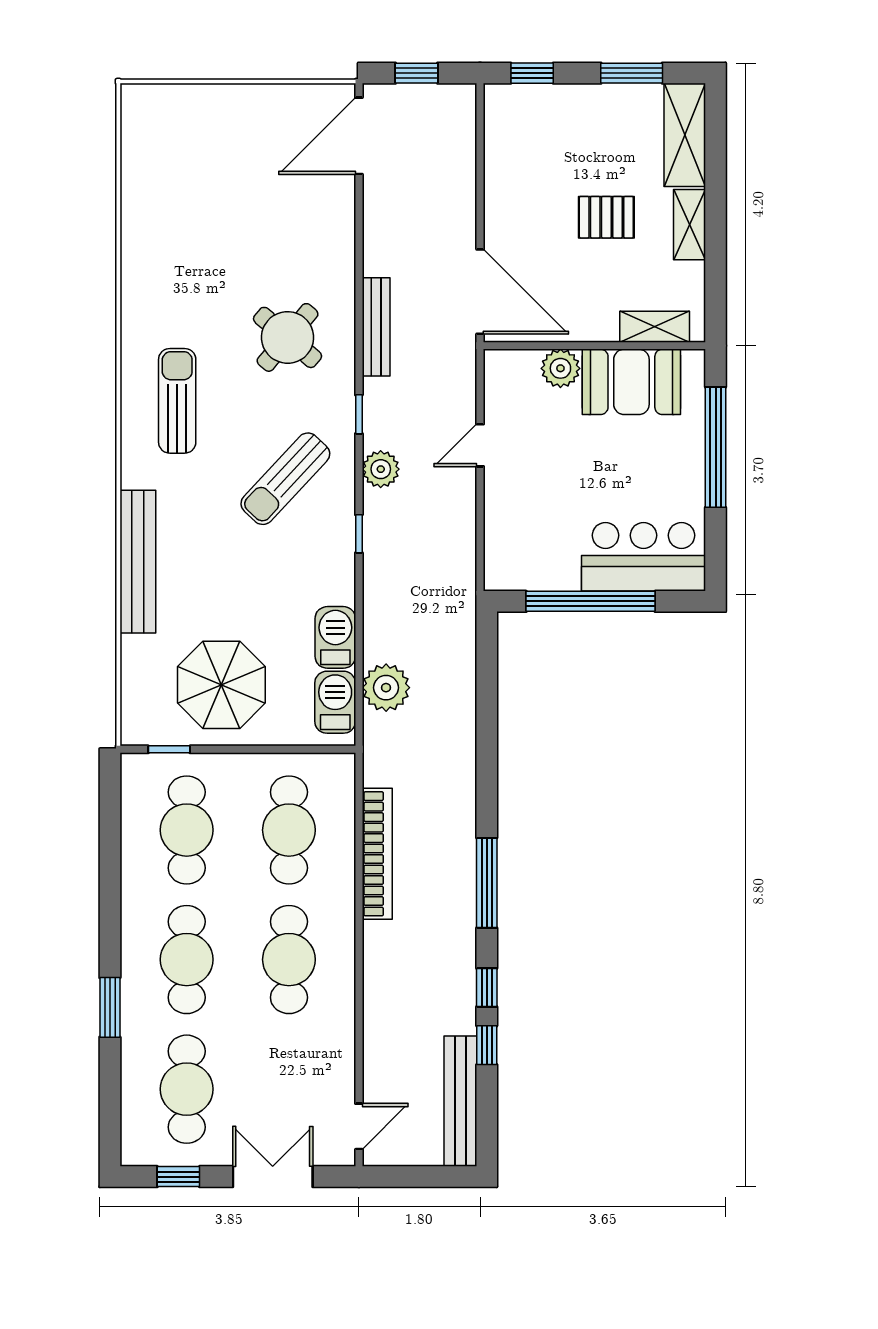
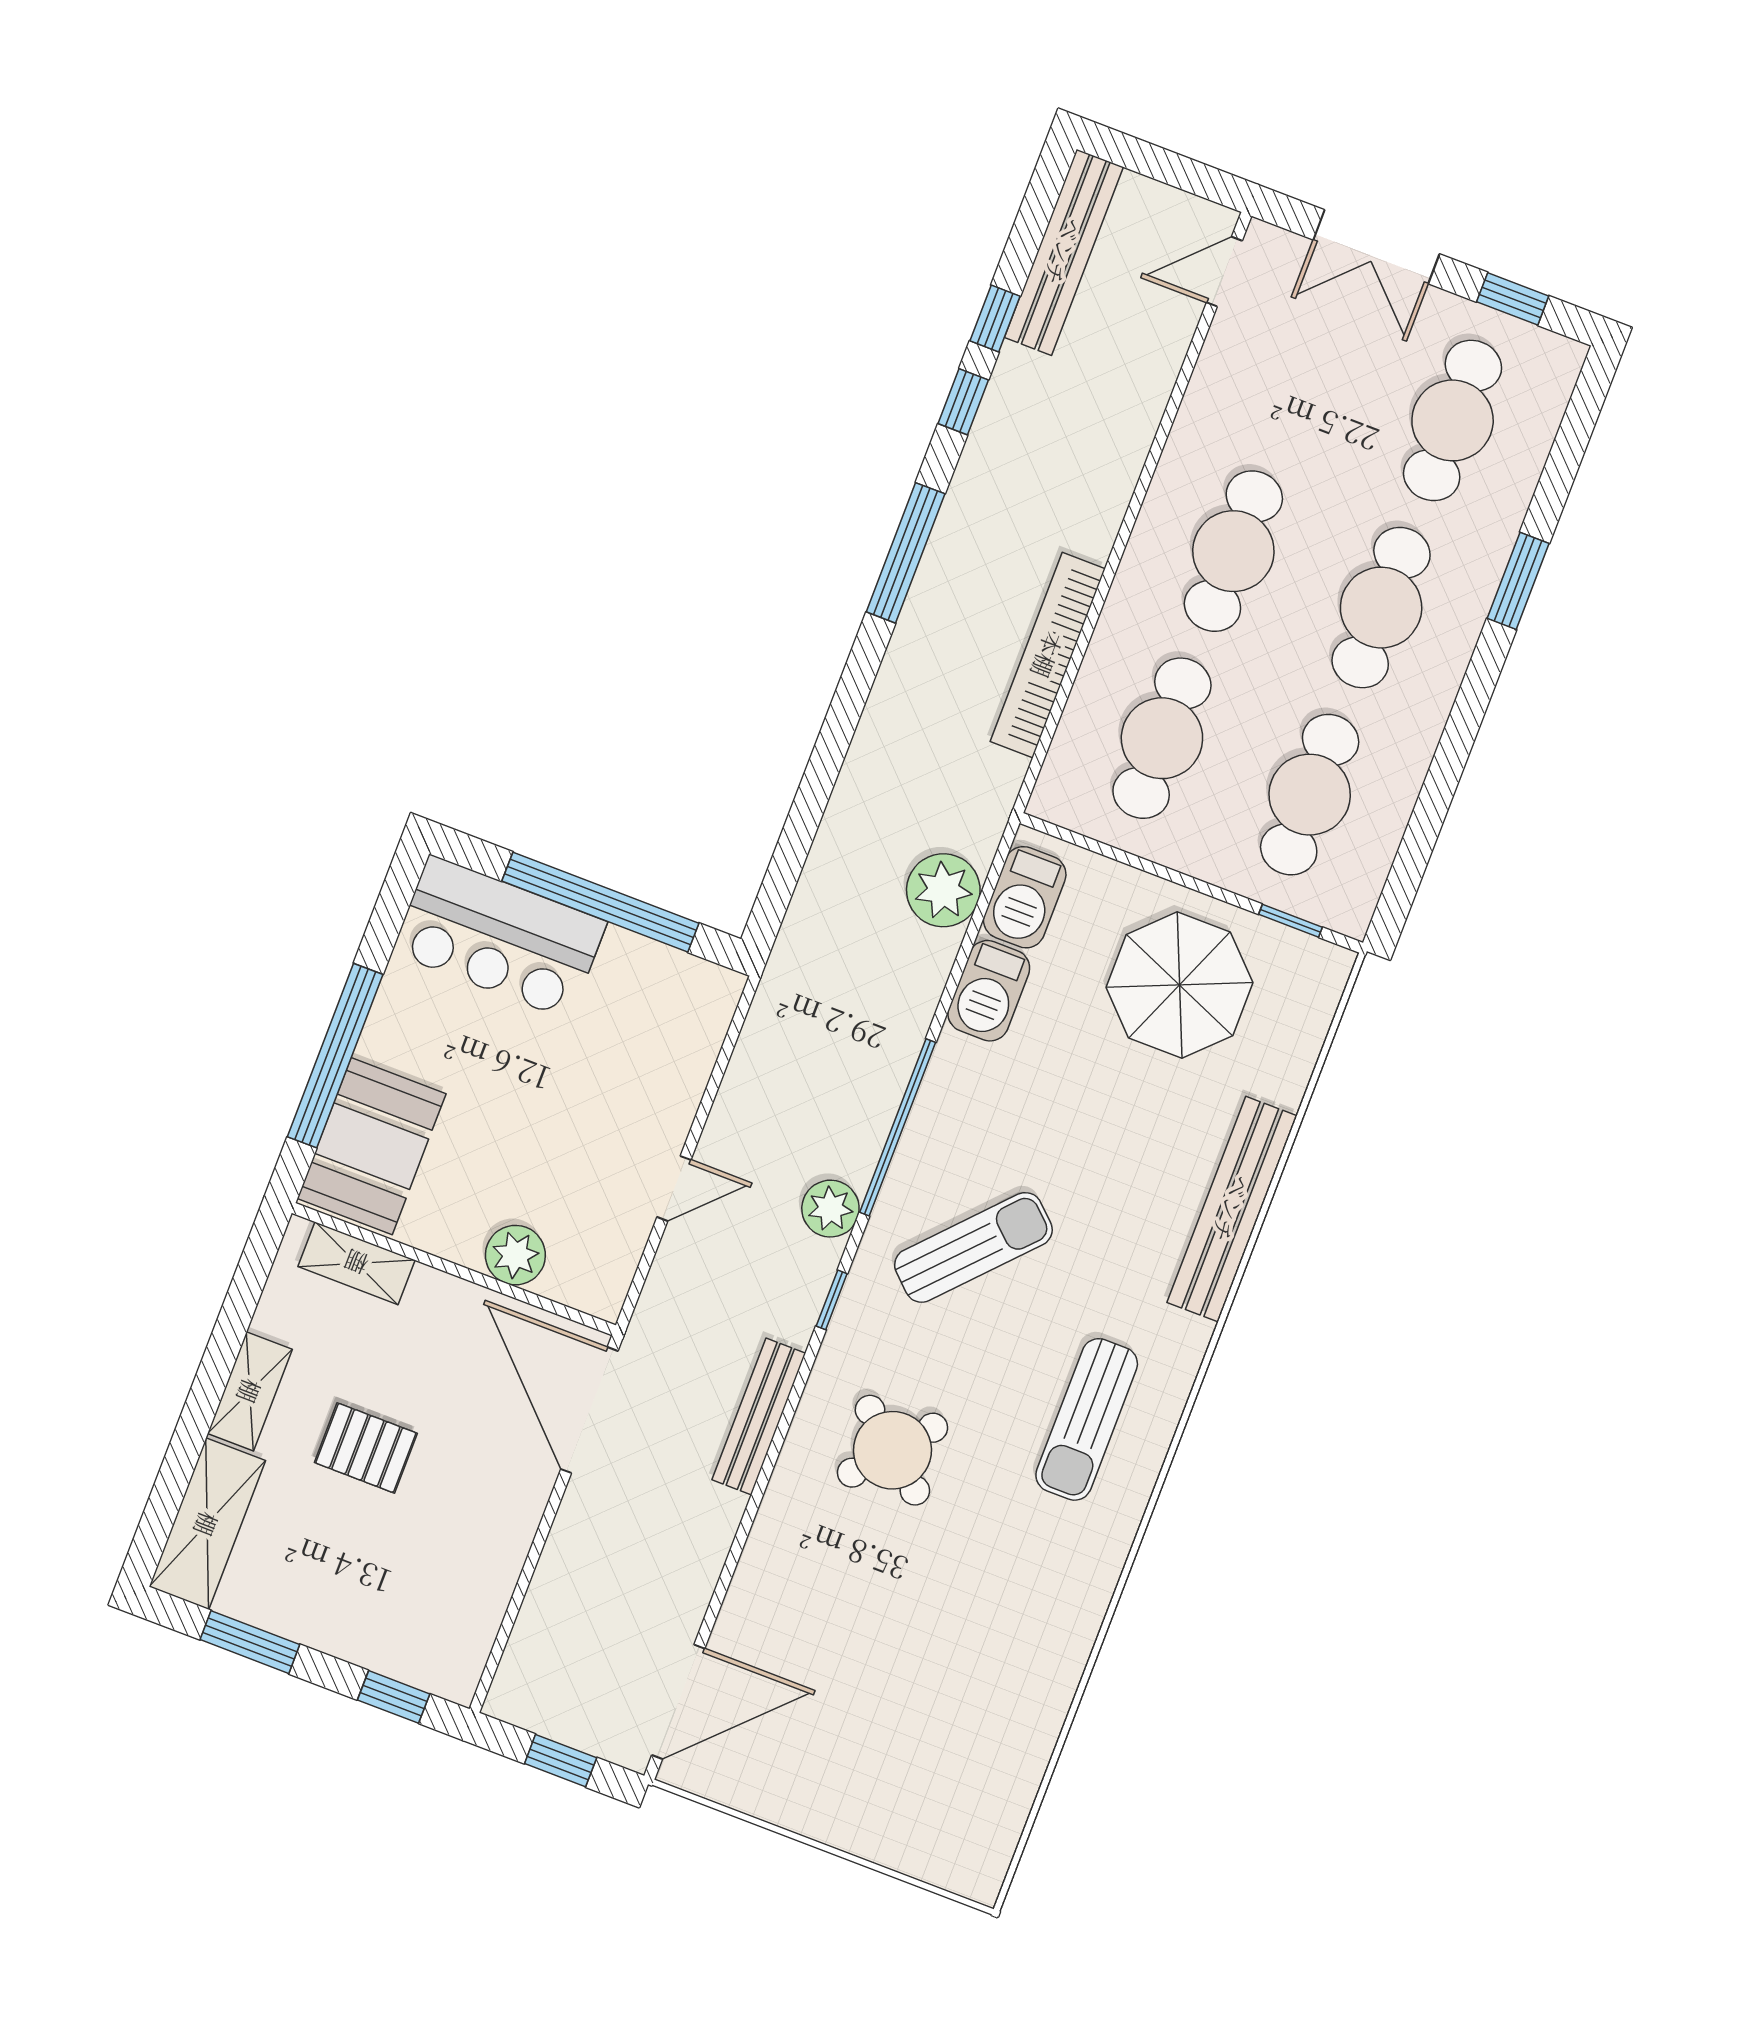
booth: (631, 382) -> (372, 1146), moved, turned 90
window: (359, 534) -> (898, 1127), width x3.17

